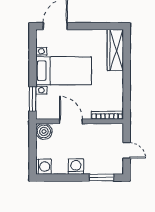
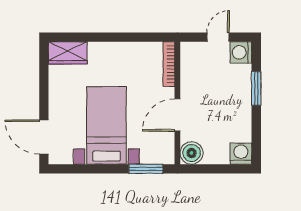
wardrobe: (115, 50) -> (68, 53), width x0.67
washing machine: (76, 167) -> (241, 52), moved
window: (102, 178) -> (256, 88), moved

